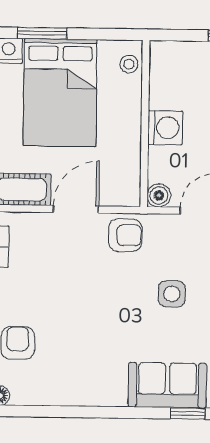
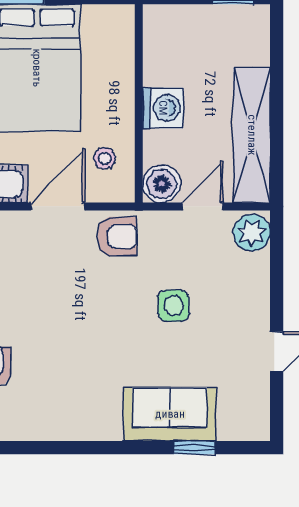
stool: (129, 64) -> (105, 158), moved
boiler: (159, 195) -> (162, 184), width x1.36, depth x1.36

